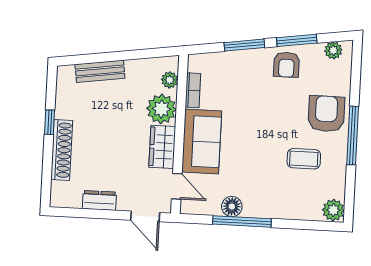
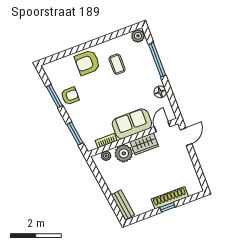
window: (244, 45) -> (75, 134), moved
plant: (333, 50) -> (51, 74), removed
bench: (100, 71) -> (123, 205), moved
window: (50, 122) -> (167, 207), moved
window: (353, 135) -> (93, 43), removed
dresser: (99, 200) -> (188, 165), removed
window: (242, 221) -> (157, 60), moved

